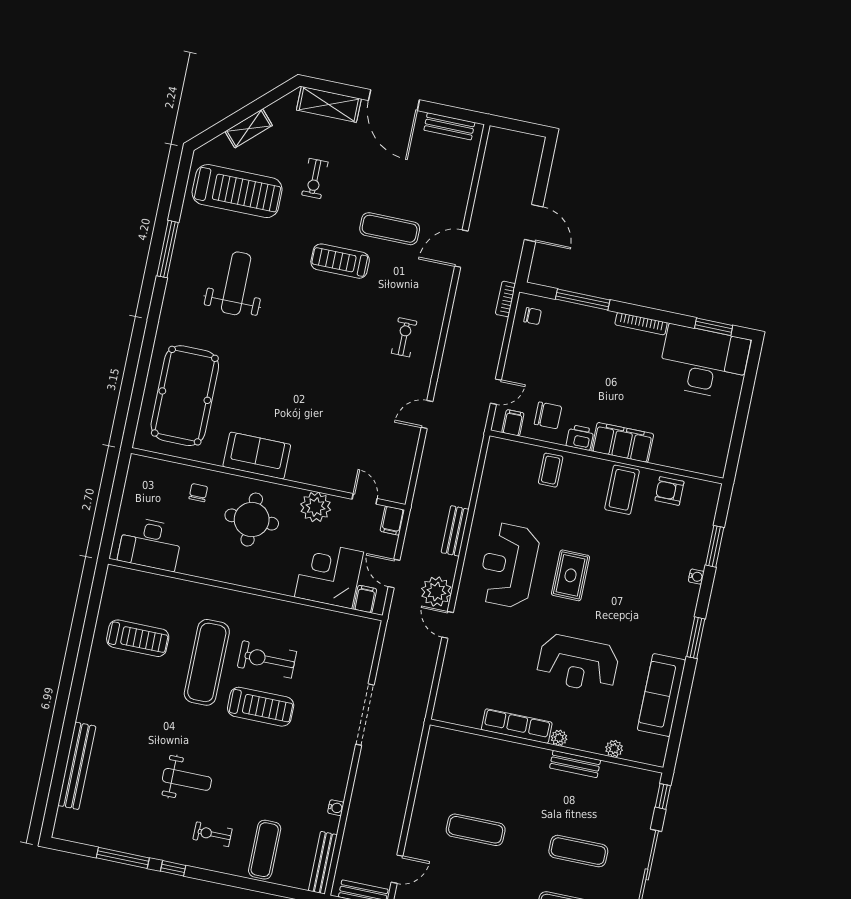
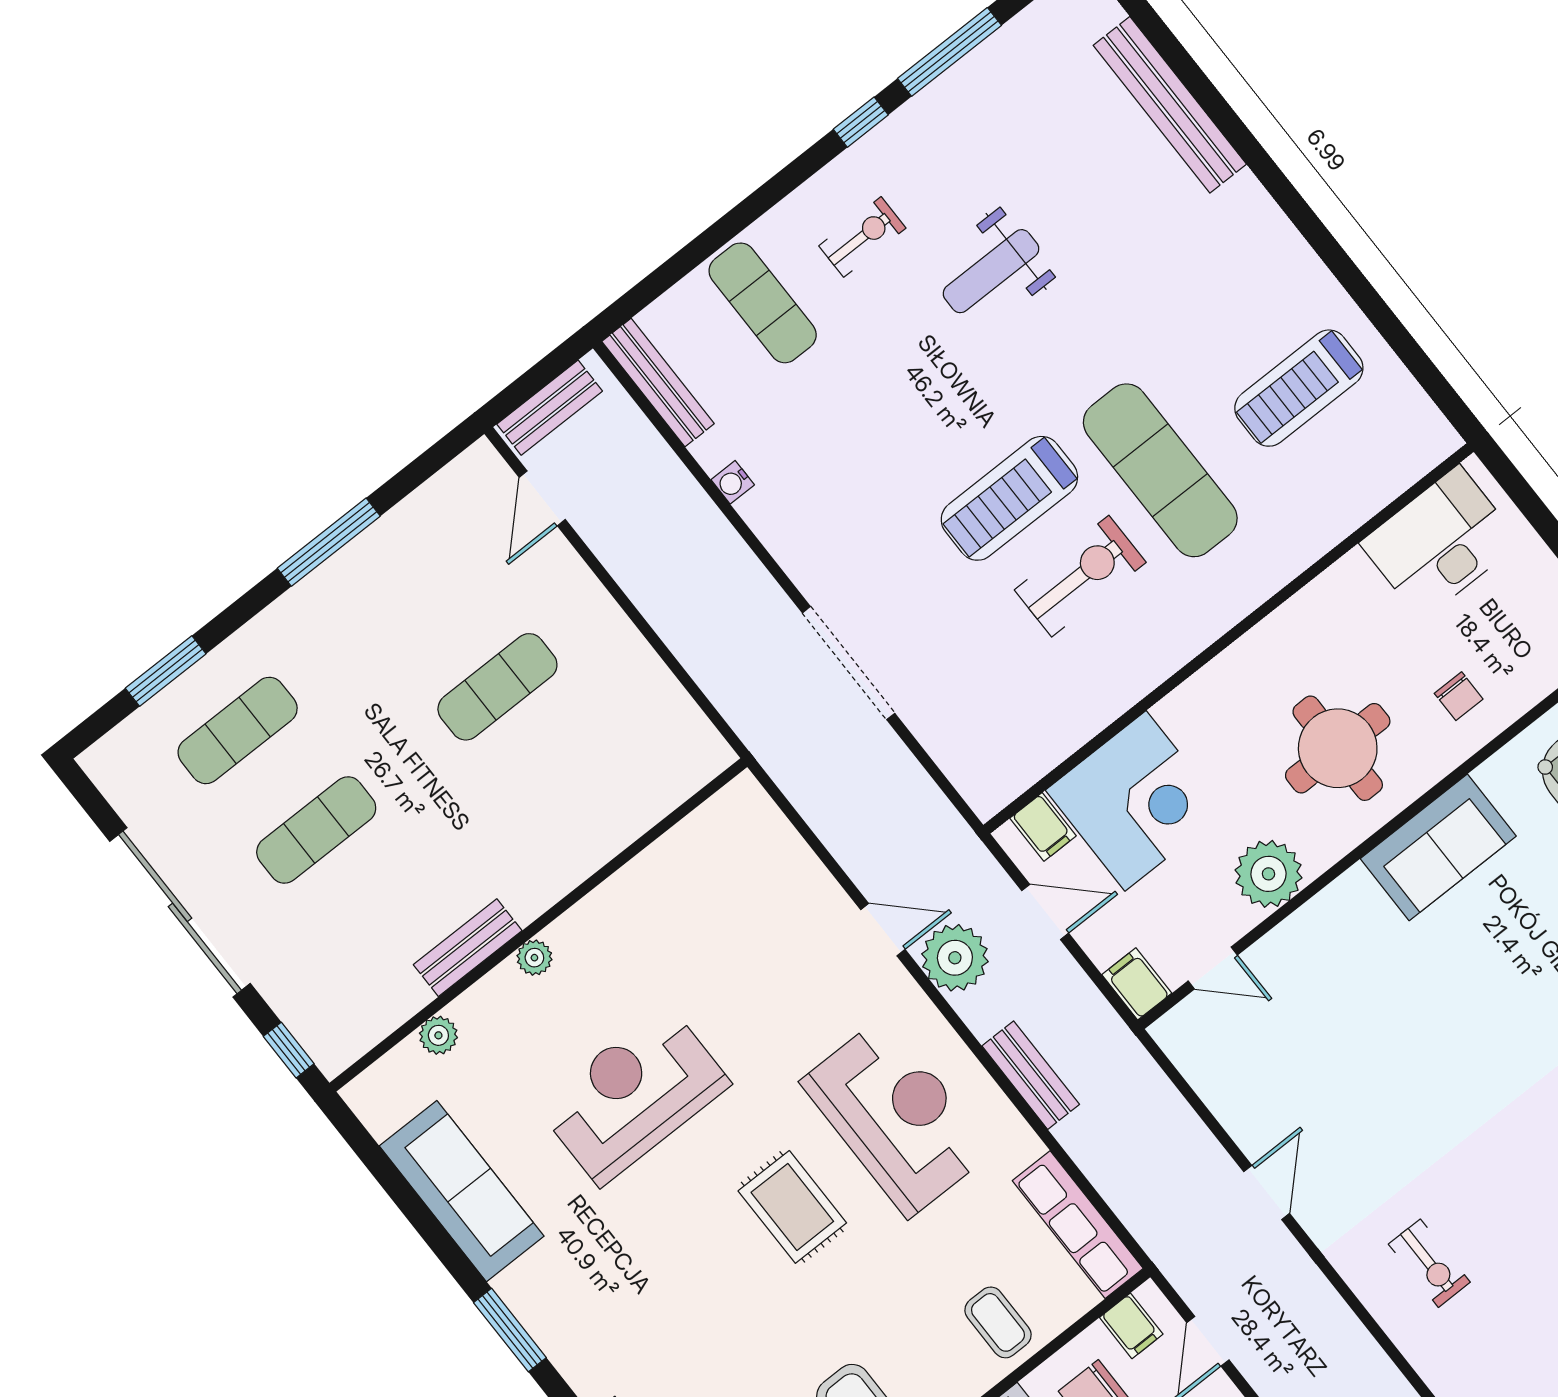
row of seats: (517, 726) -> (1078, 1225), moved, turned 90

